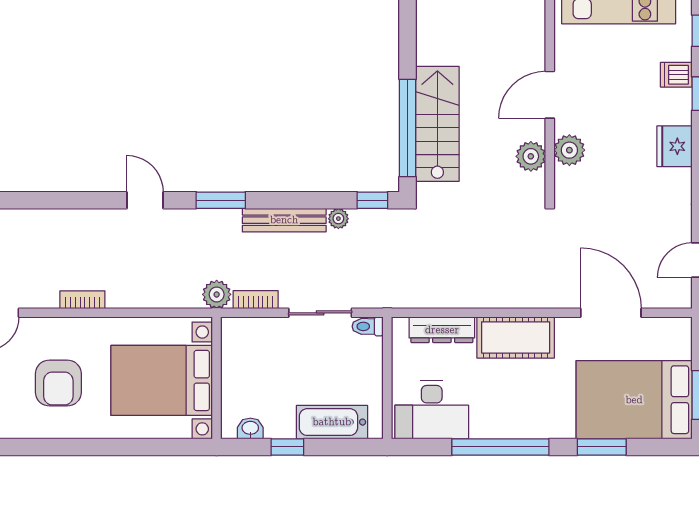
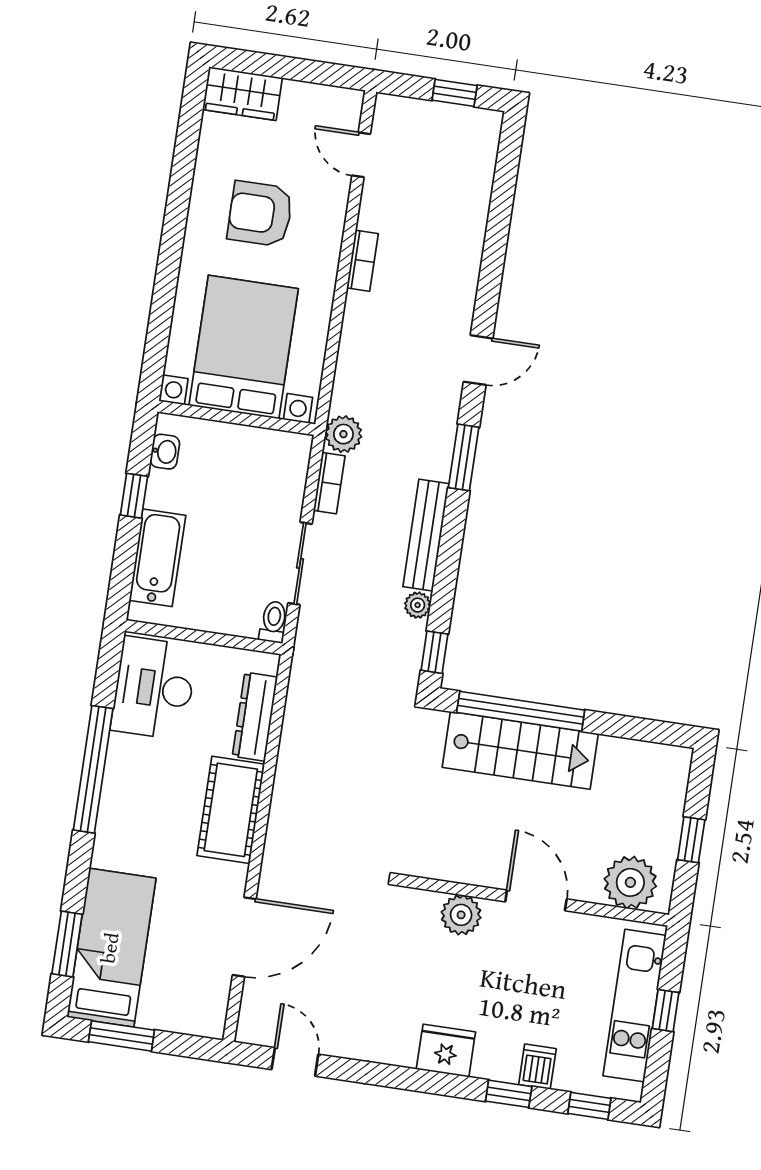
plant: (531, 156) -> (630, 882), moved, width x1.36, depth x1.36
bed: (634, 400) -> (111, 948), width x0.67
window: (602, 447) -> (67, 944), moved

